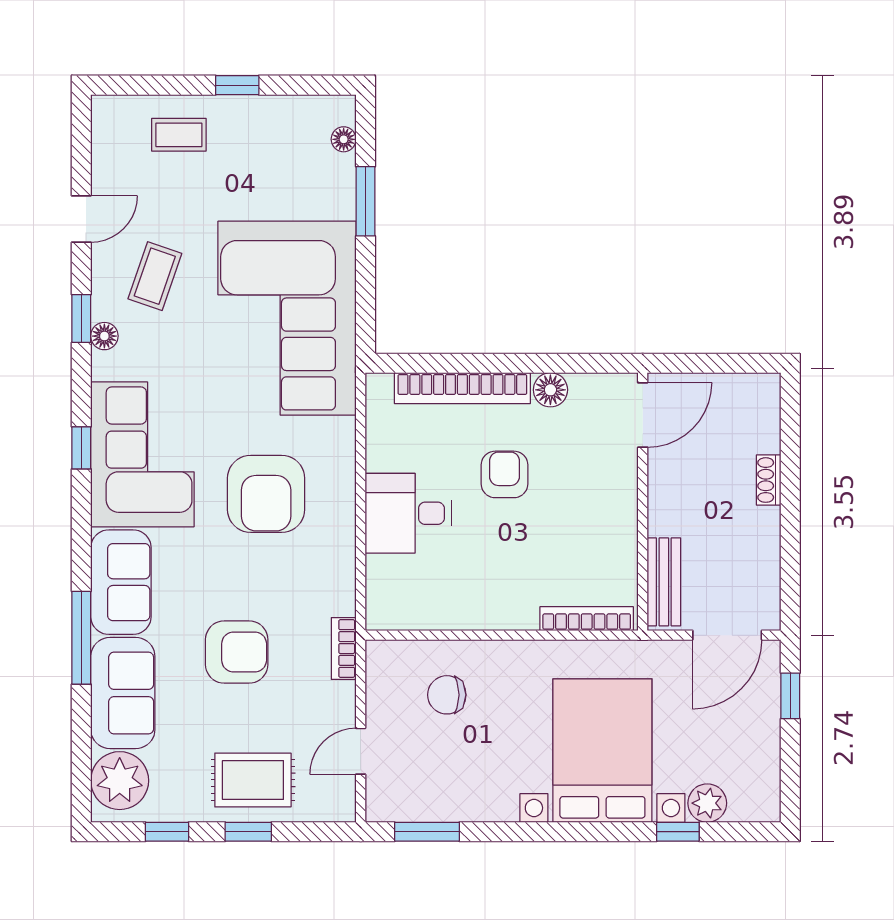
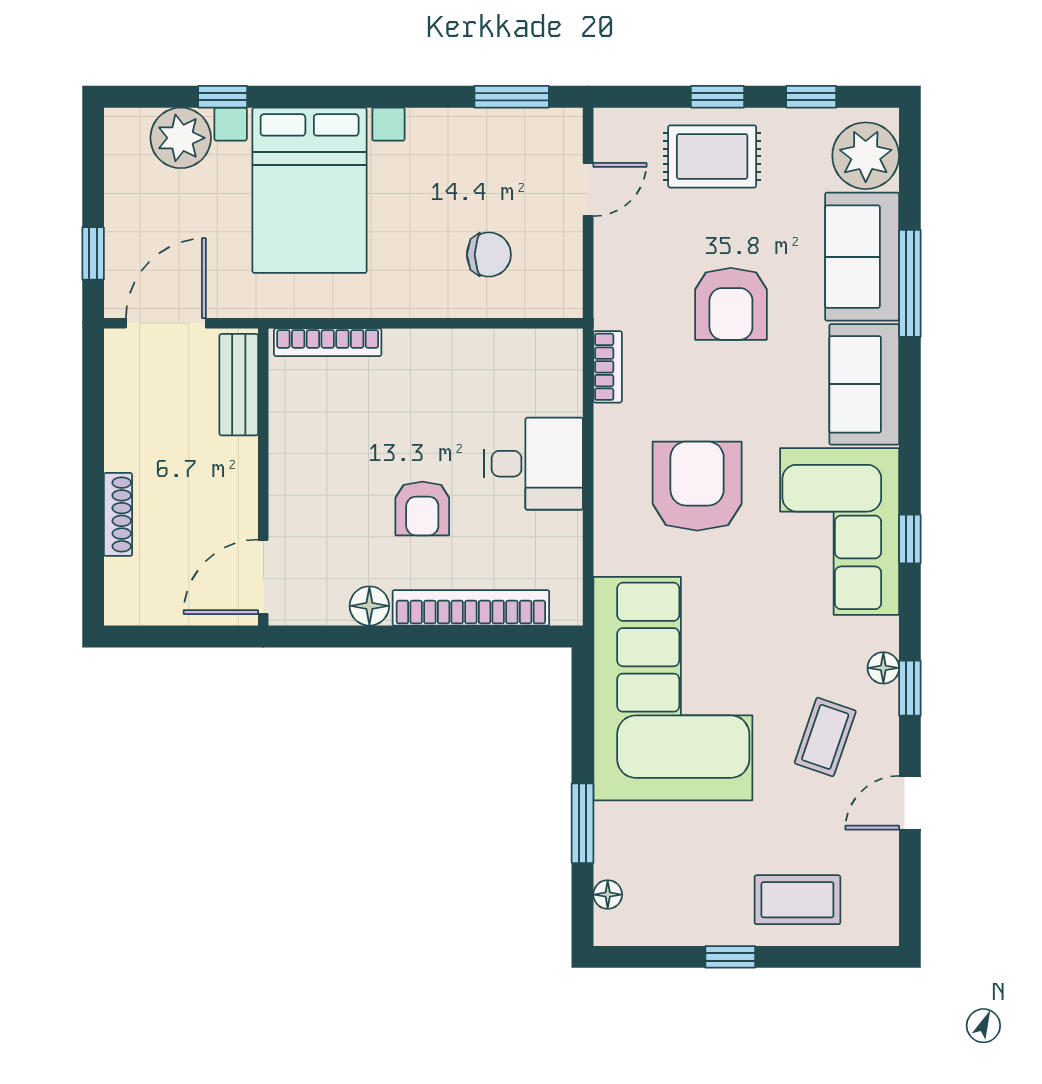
coffee table: (179, 135) -> (797, 900), width x1.36, depth x1.30
shoe rack: (769, 480) -> (118, 514), width x1.43
window: (81, 638) -> (910, 283), moved
bookcase: (344, 649) -> (608, 367), moved
armchair: (237, 652) -> (731, 304), turned -90
plant: (707, 803) -> (181, 138), width x1.36, depth x1.36

